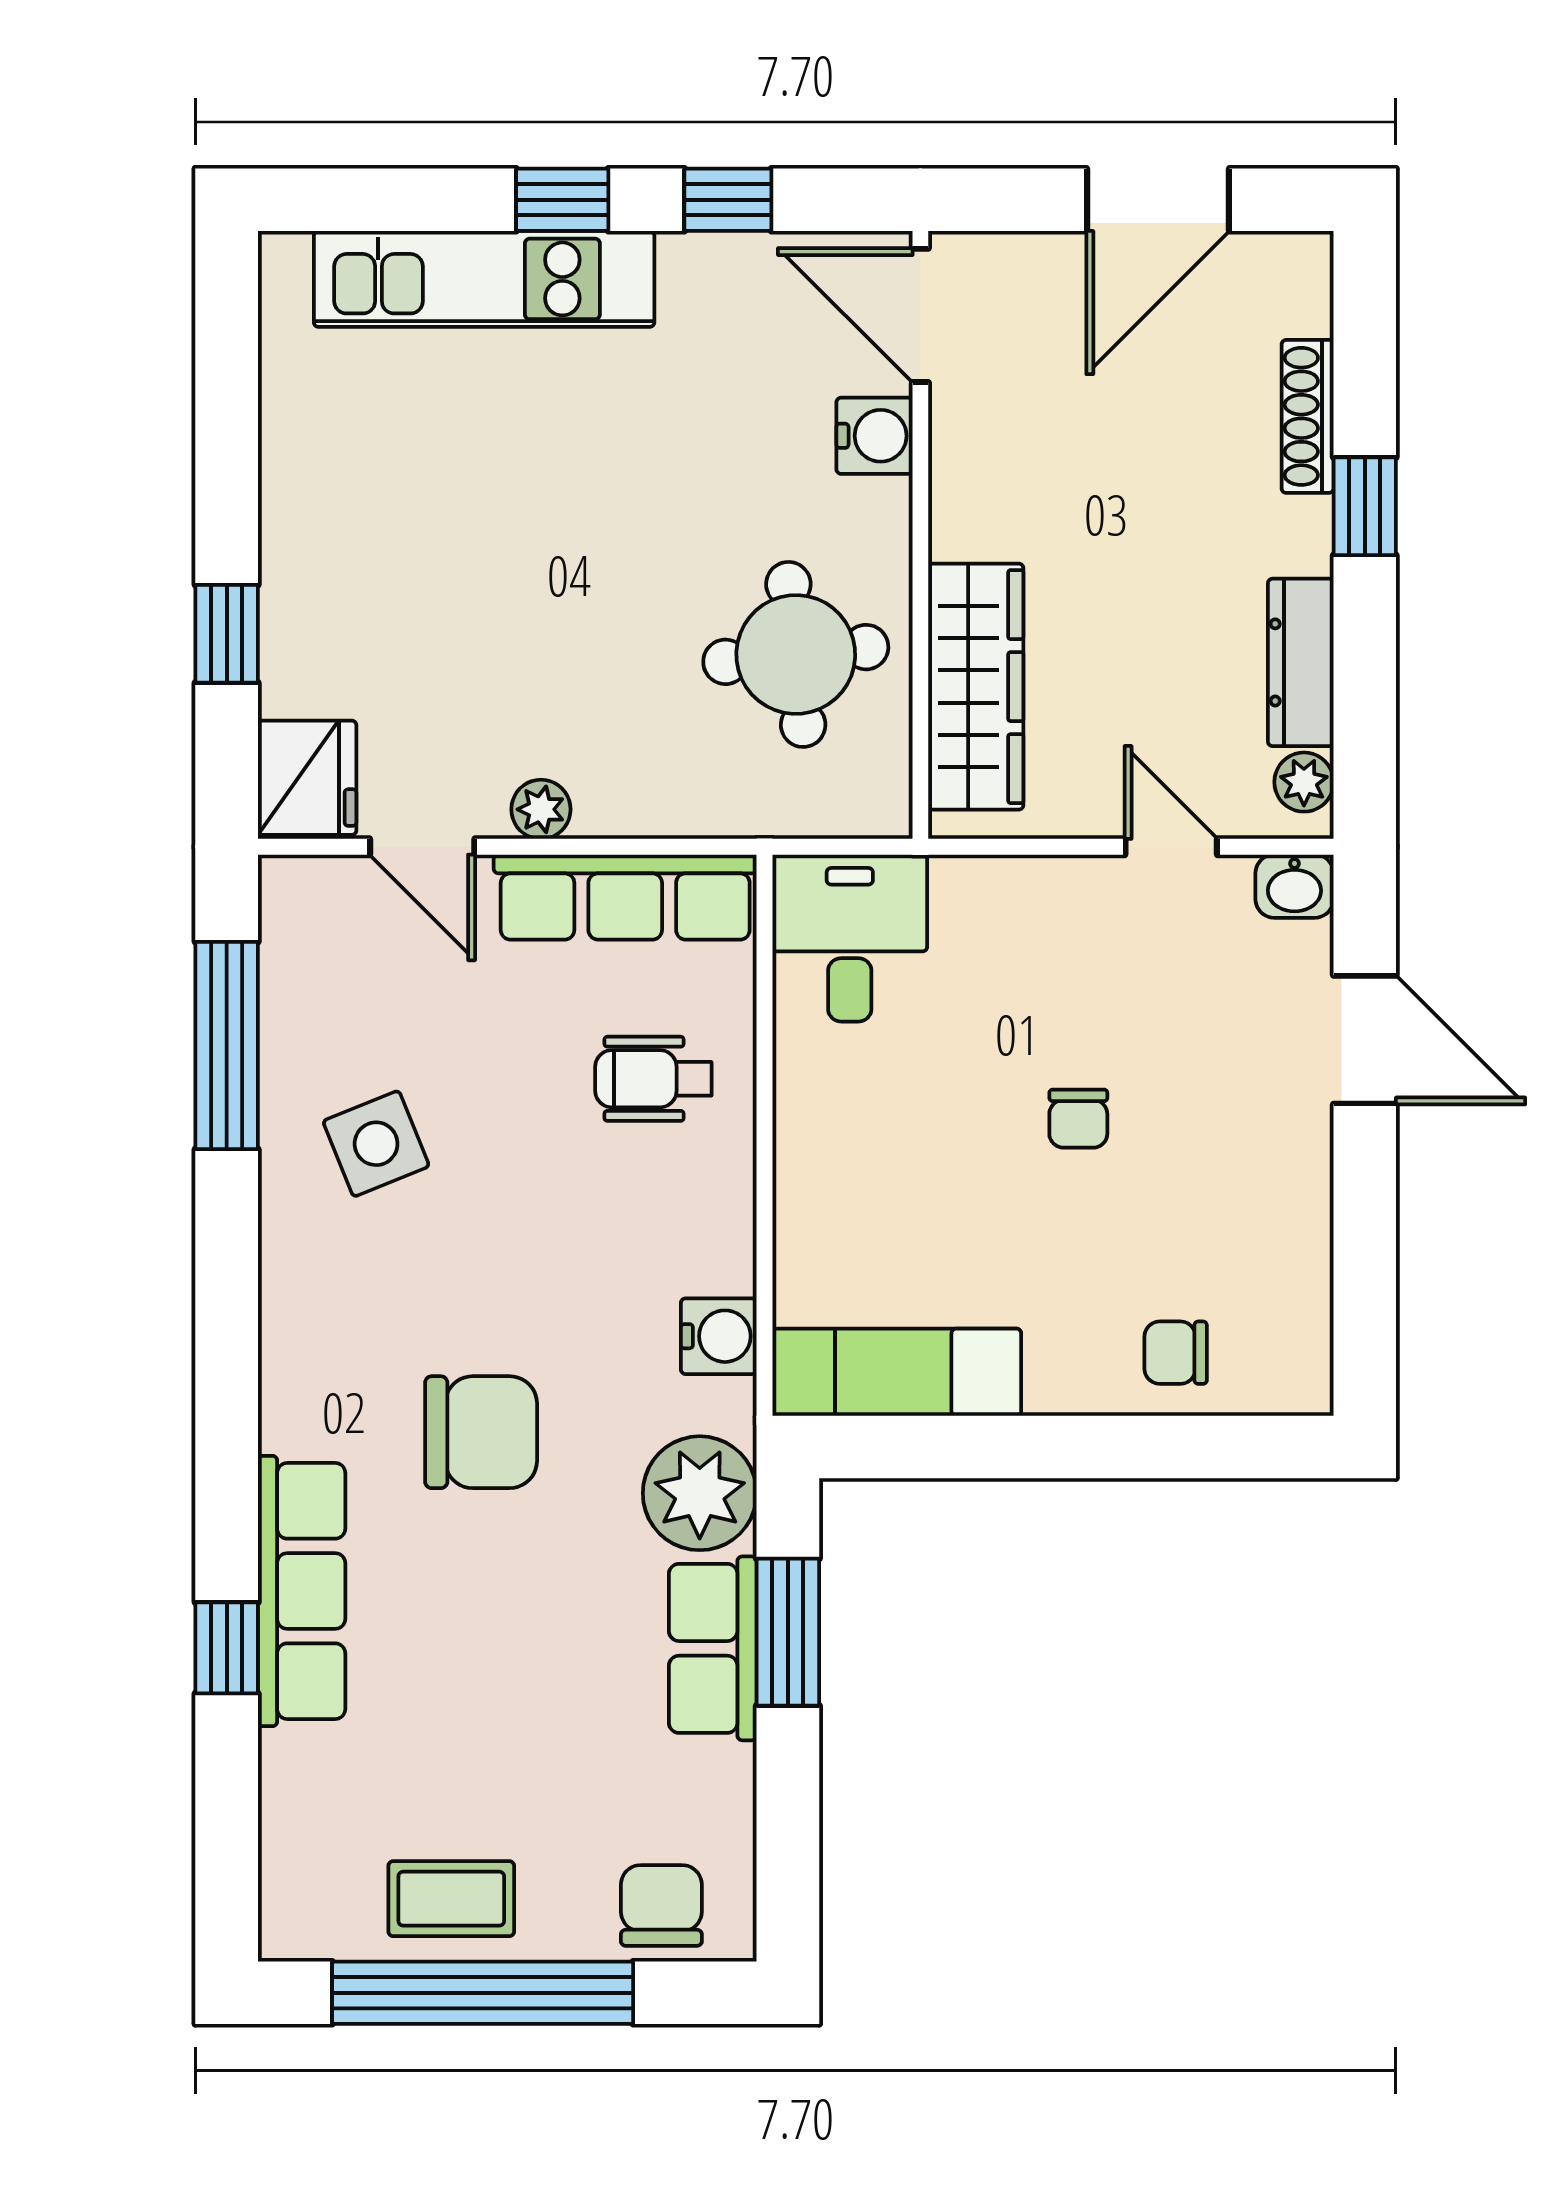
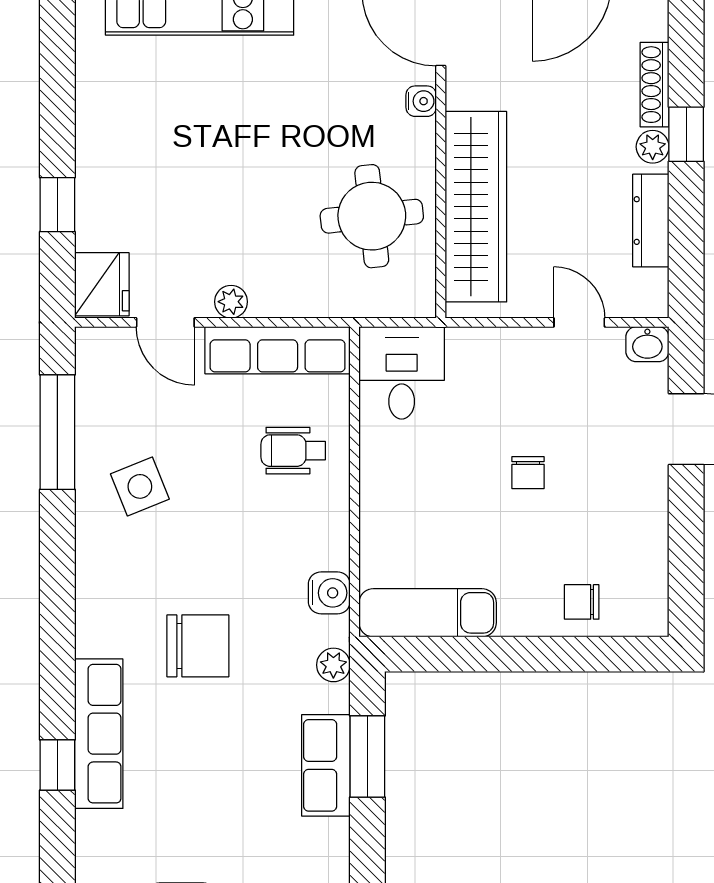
water cooler: (875, 436) -> (421, 101), width x0.72, depth x0.72
wardrobe: (976, 687) -> (476, 207), width x1.40, depth x1.17
plant: (1304, 782) -> (653, 147), moved
plant: (700, 1493) -> (333, 665), width x0.53, depth x0.53

